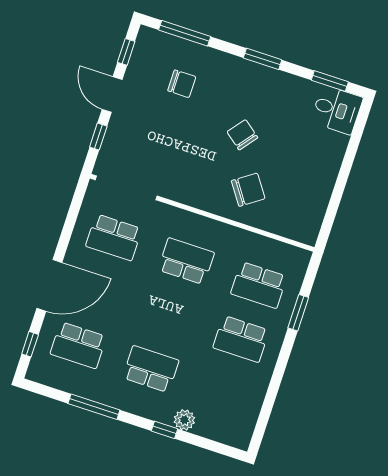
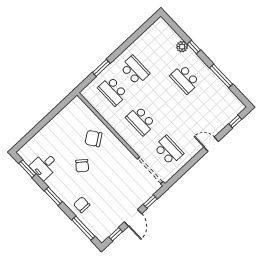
chair: (182, 84) -> (82, 205), moved
desk: (337, 110) -> (44, 166), moved, turned -90
door: (49, 285) -> (211, 144), width x0.53
school desk: (259, 285) -> (113, 91), turned 180
school desk: (78, 345) -> (213, 109), removed

